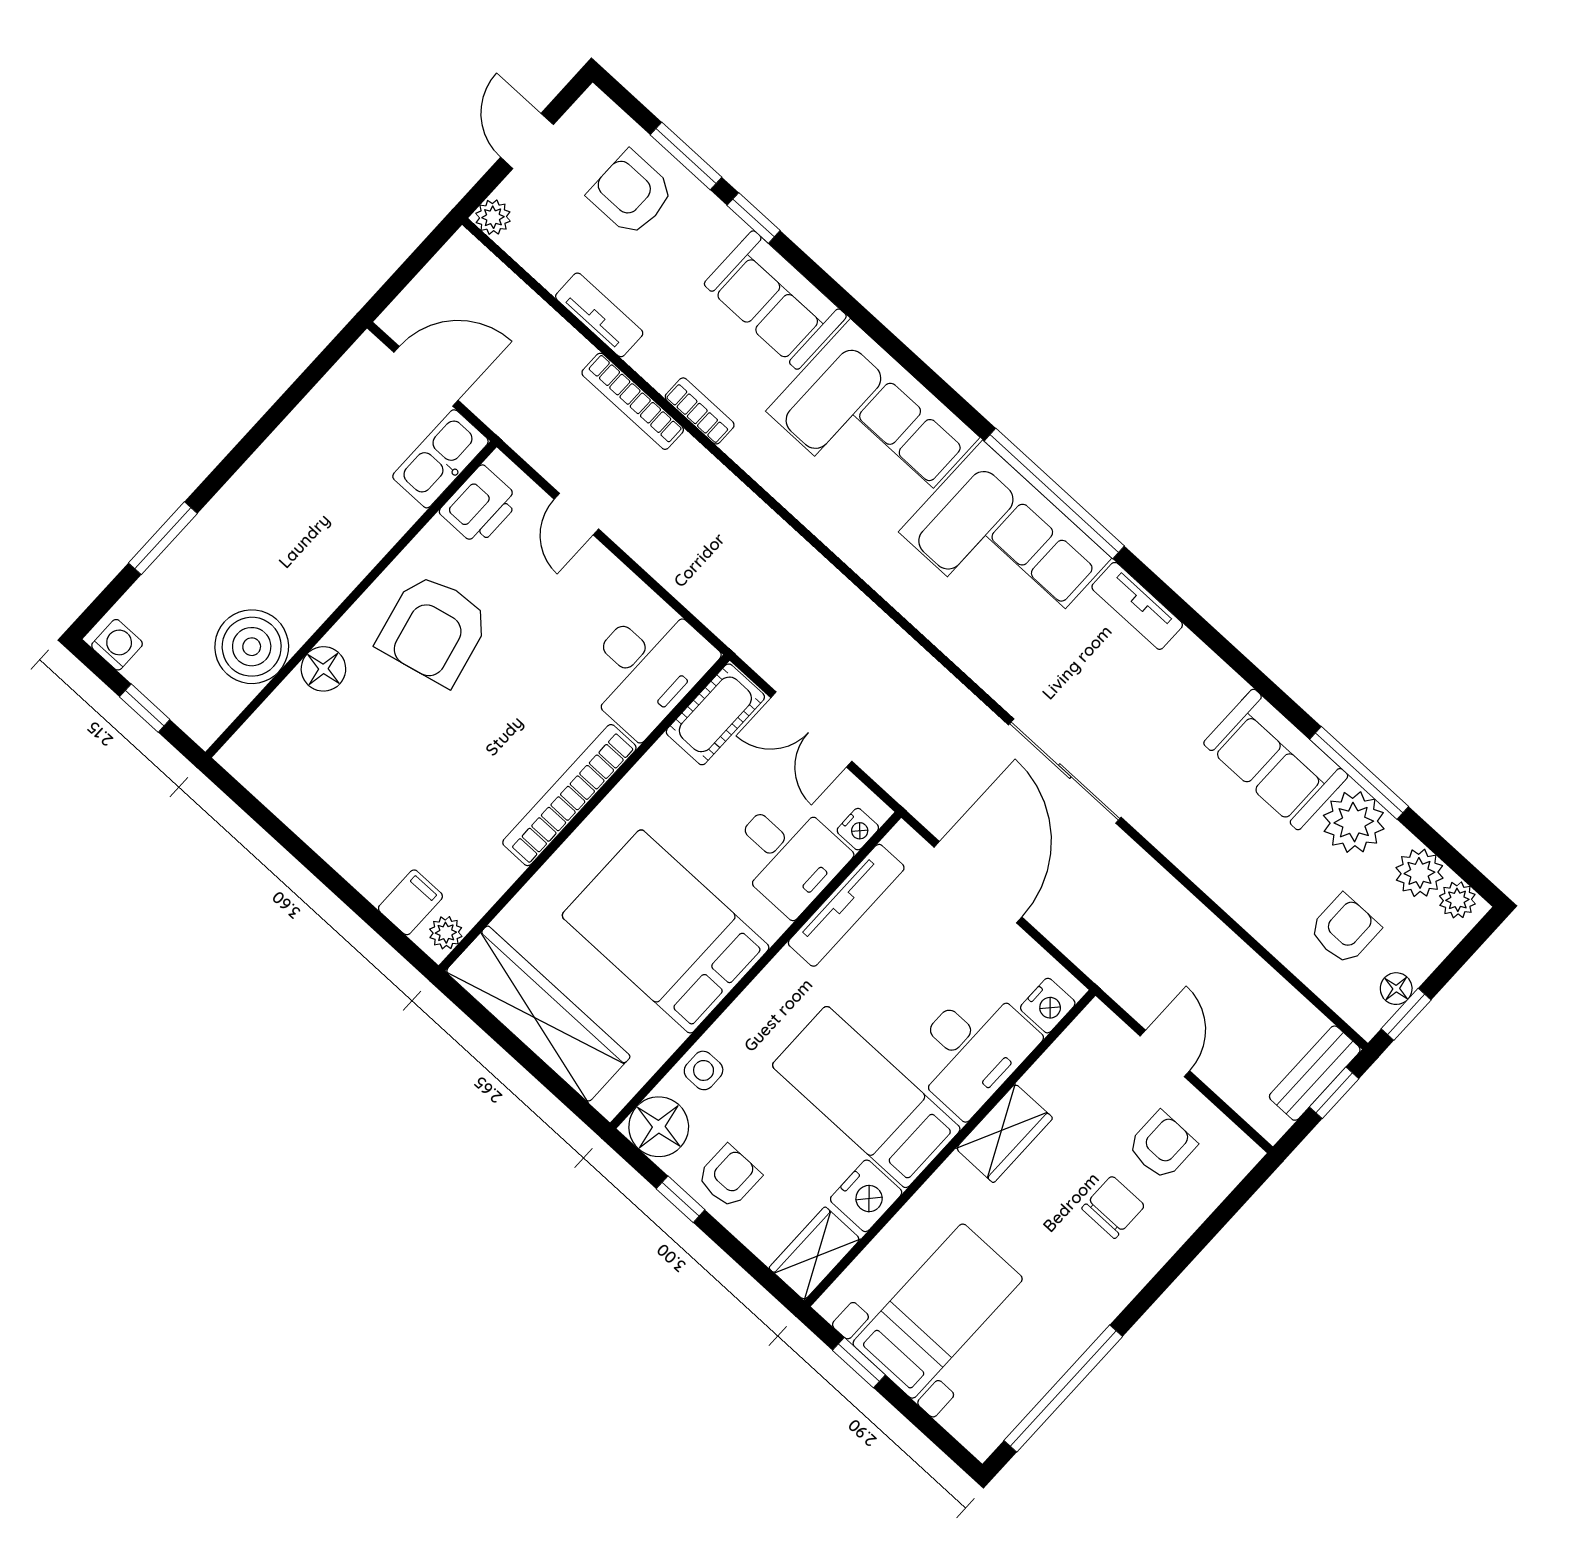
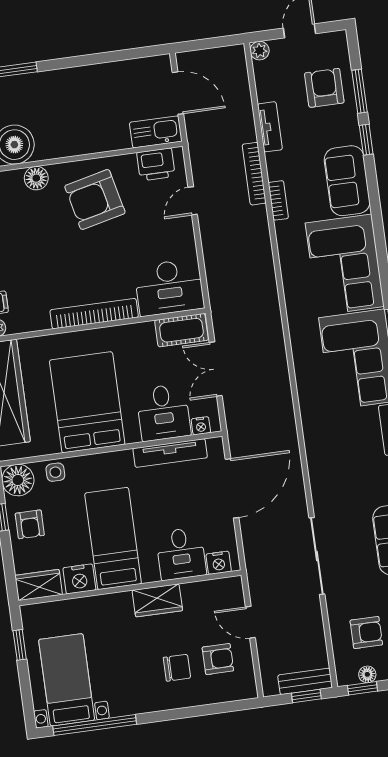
sliding door: (1065, 771) -> (317, 556), moved
desk: (972, 1050) -> (181, 554), width x0.73
door: (1165, 1053) -> (250, 622), swing flipped
armchair: (729, 1177) -> (30, 524), turned 90
bed with nightstands: (938, 1311) -> (67, 680), moved, turned -90

